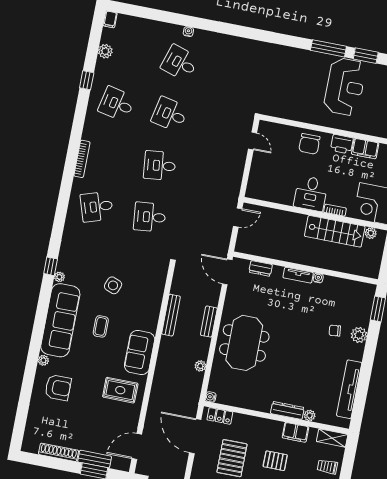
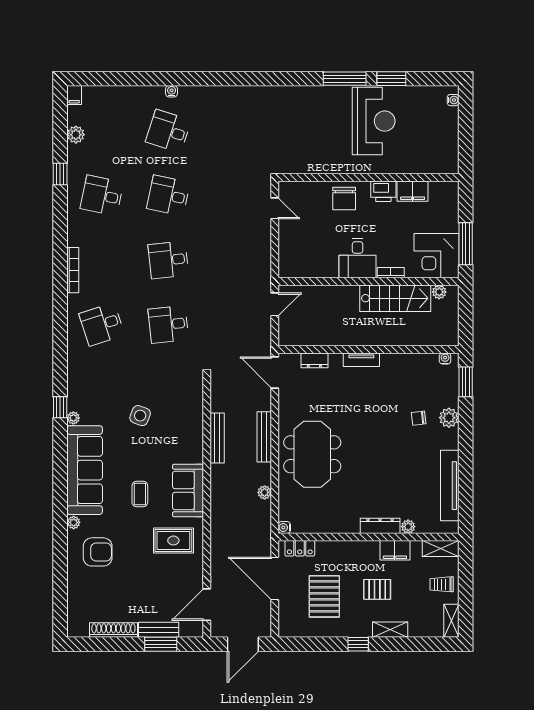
water cooler: (318, 278) -> (445, 359), moved
bench: (209, 322) -> (264, 437), width x1.36
coffee table: (101, 326) -> (140, 494), moved

